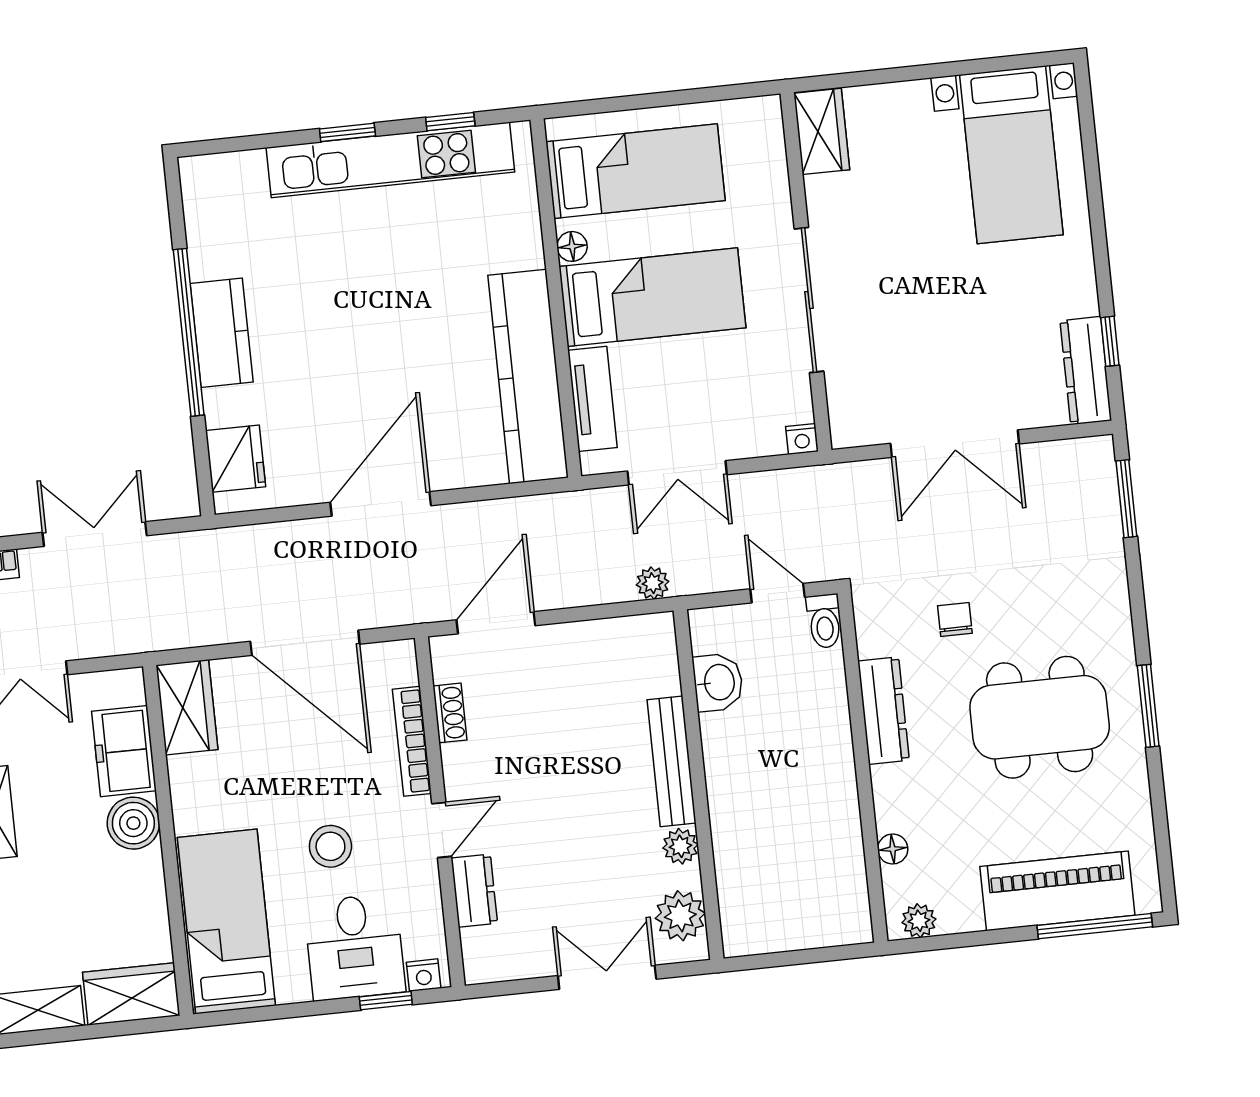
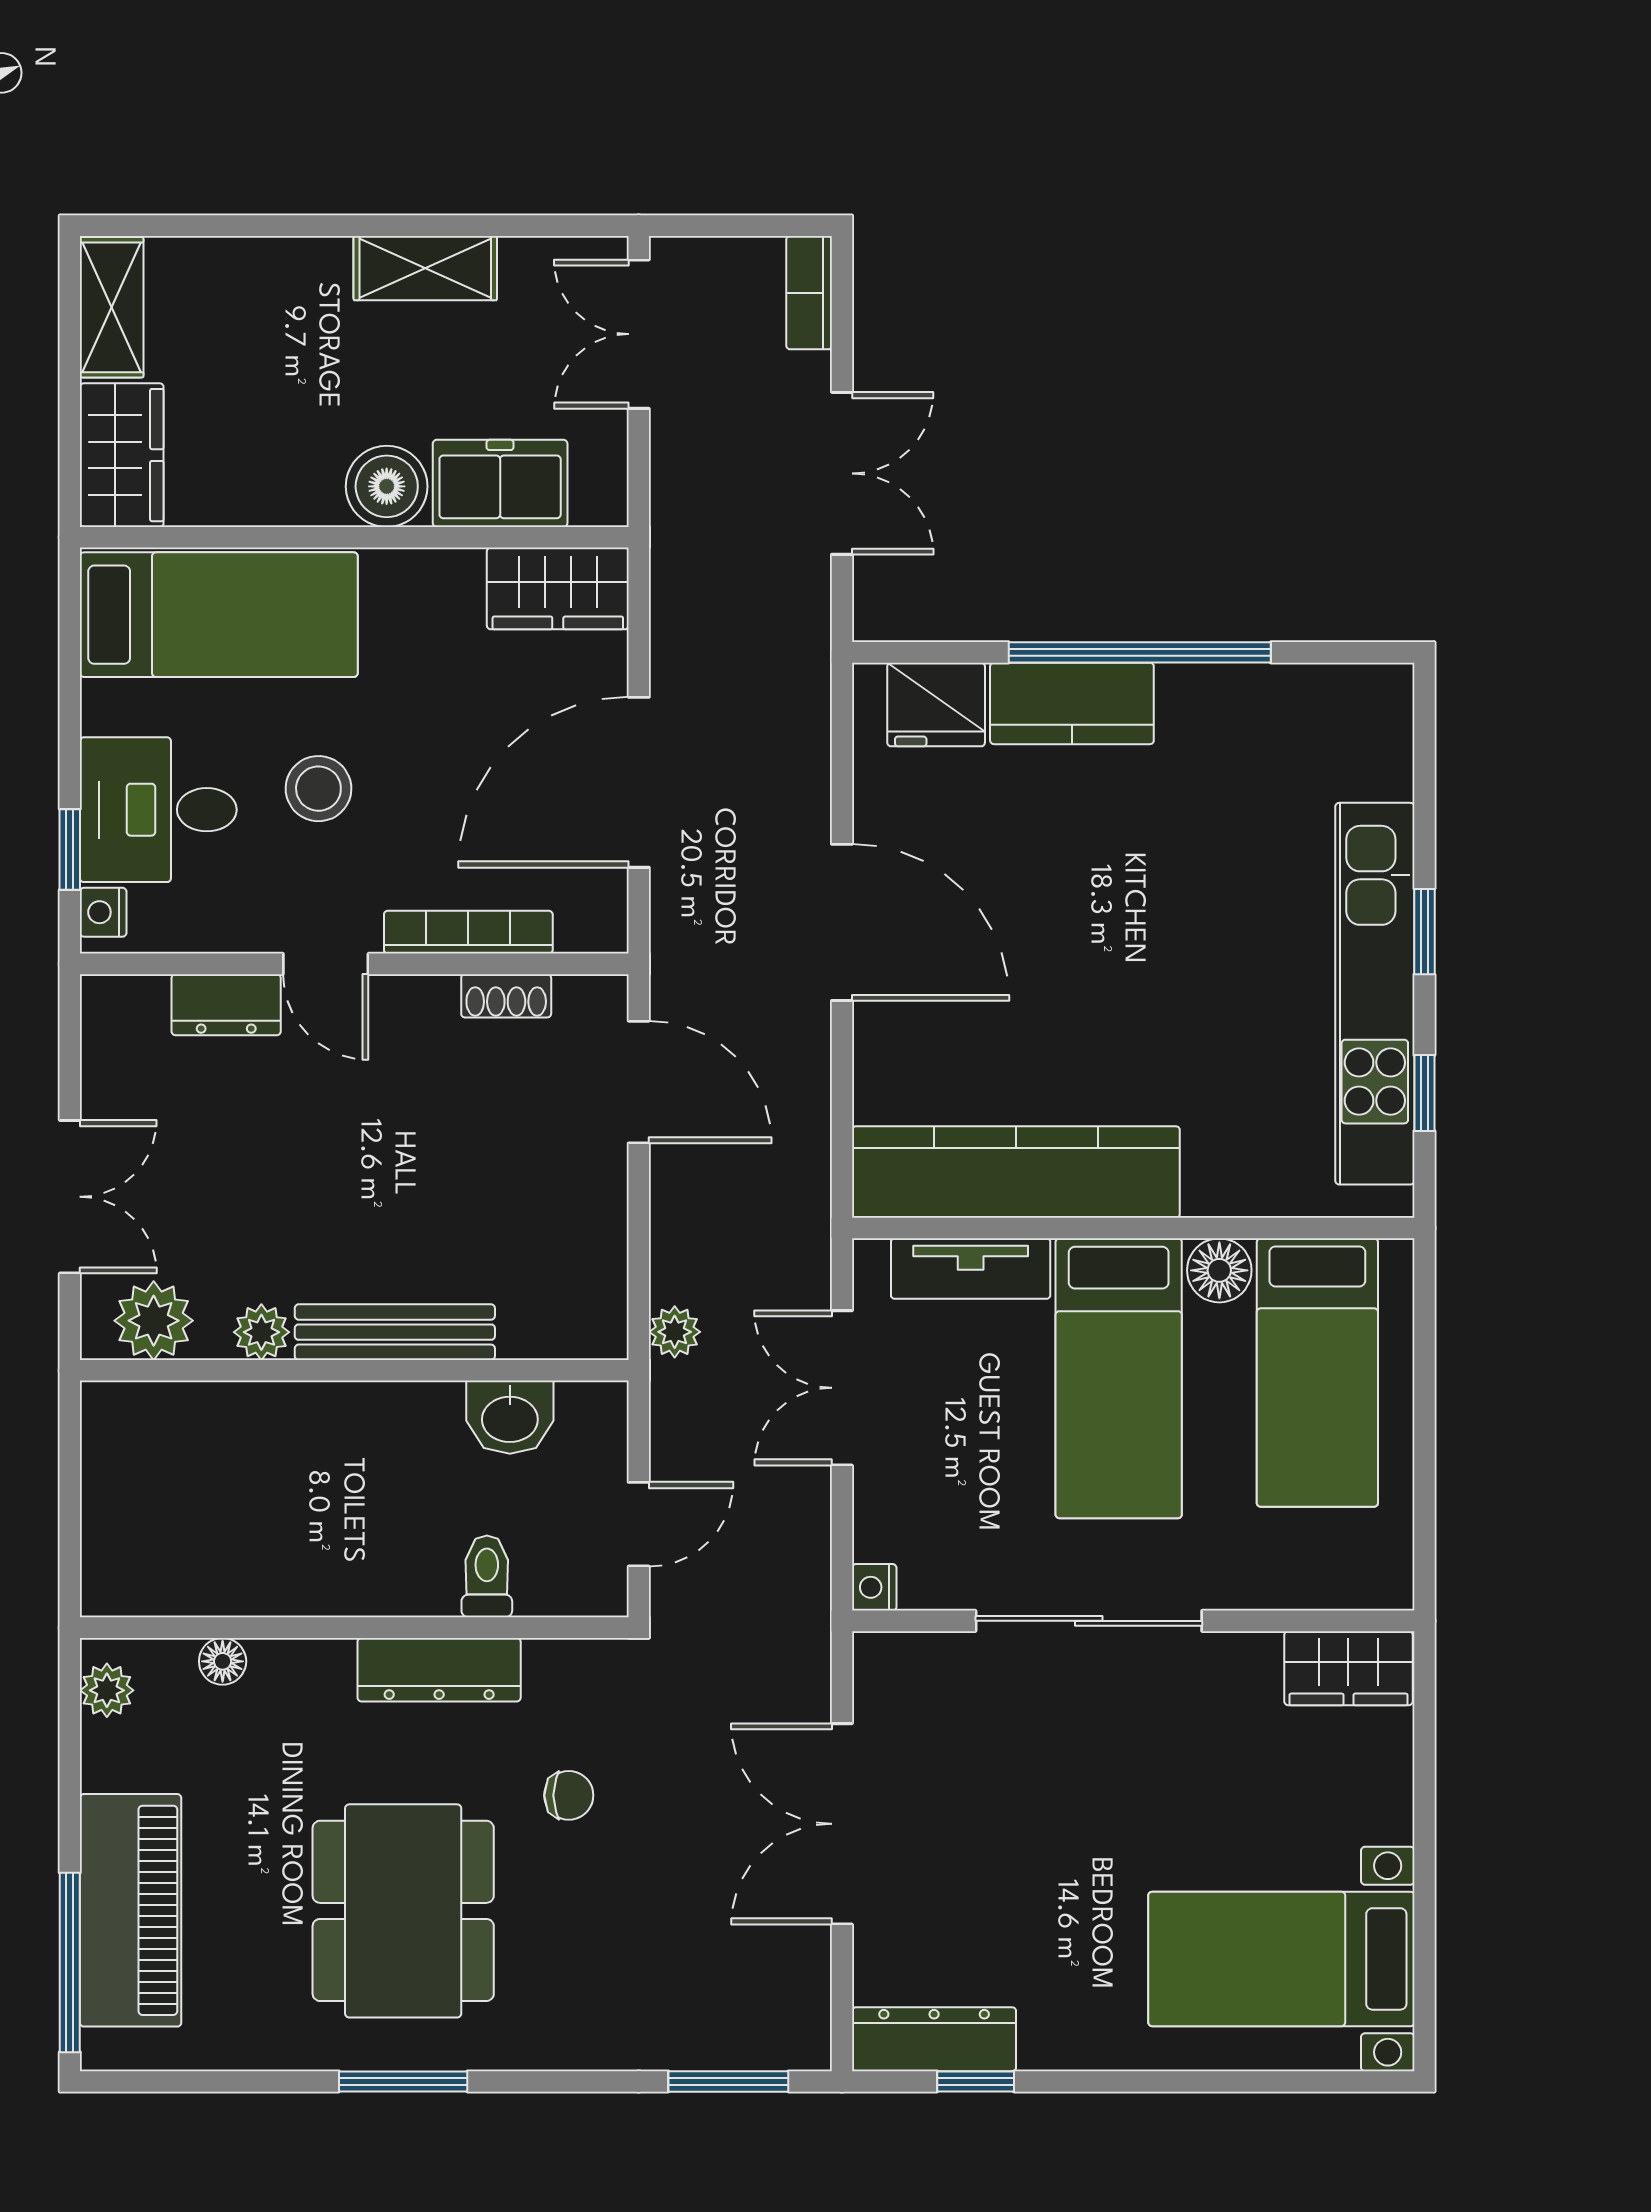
floor lamp: (572, 246) -> (1219, 1270), width x1.37, depth x1.37
kitchen counter: (222, 333) -> (1072, 703), moved
toilet: (824, 621) -> (487, 1576), moved, turned 90

